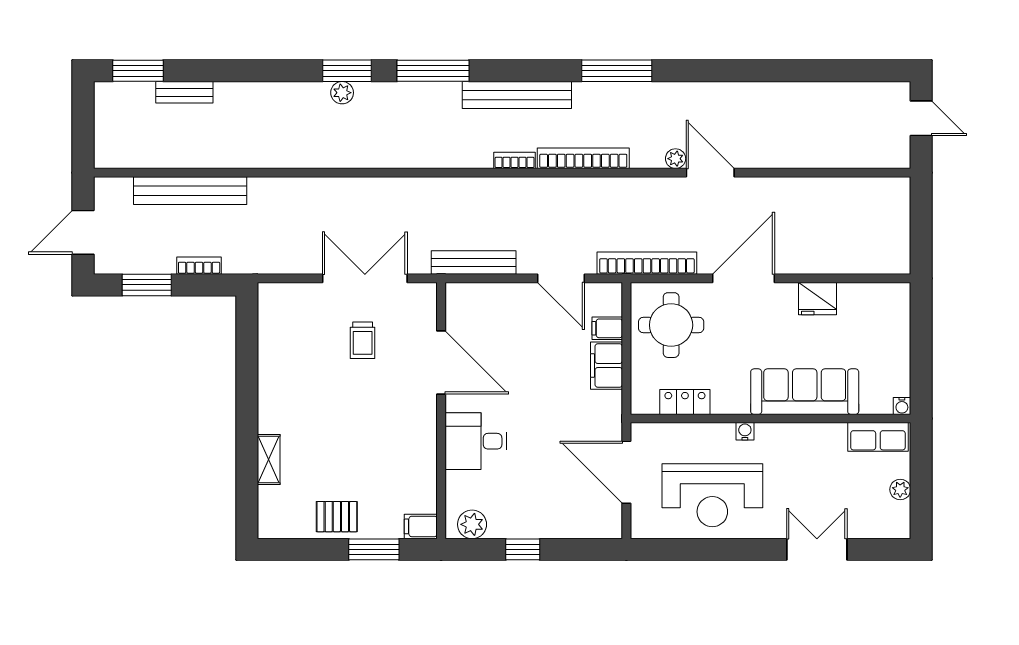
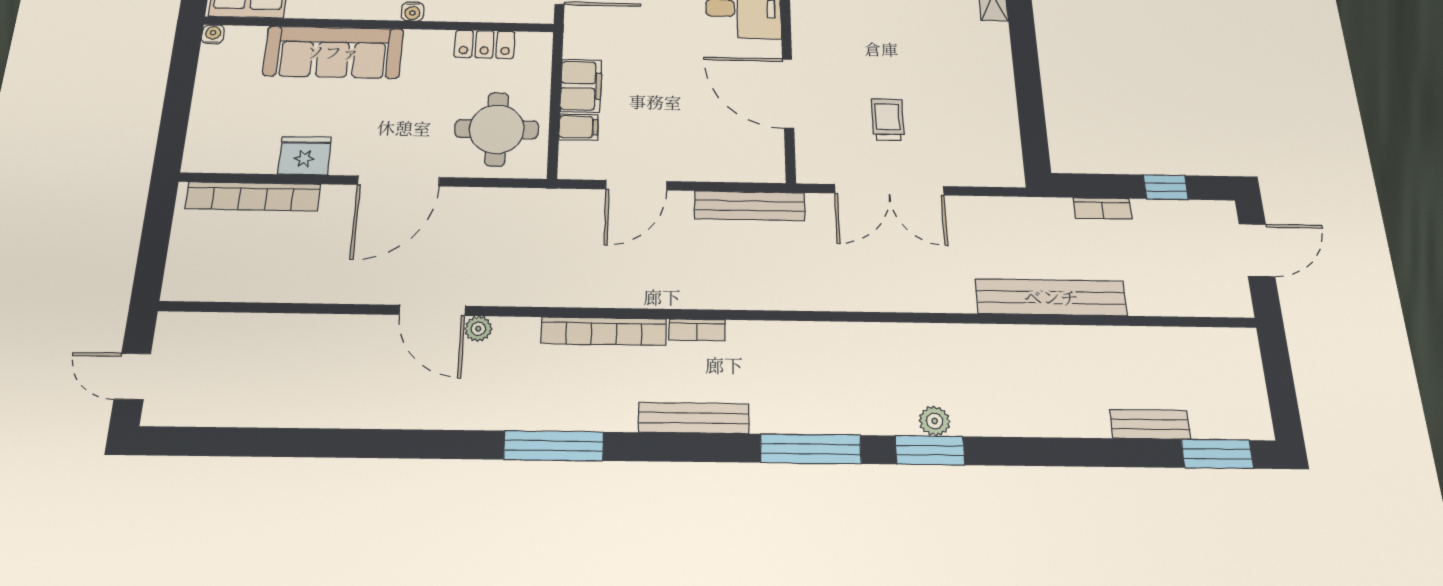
bench: (517, 95) -> (694, 418), width x0.73, depth x0.82
bench: (190, 191) -> (1051, 297), moved
bookcase: (647, 263) -> (253, 196), moved
door: (561, 278) -> (636, 185), swing flipped
window: (147, 285) -> (1166, 187), width x0.67

